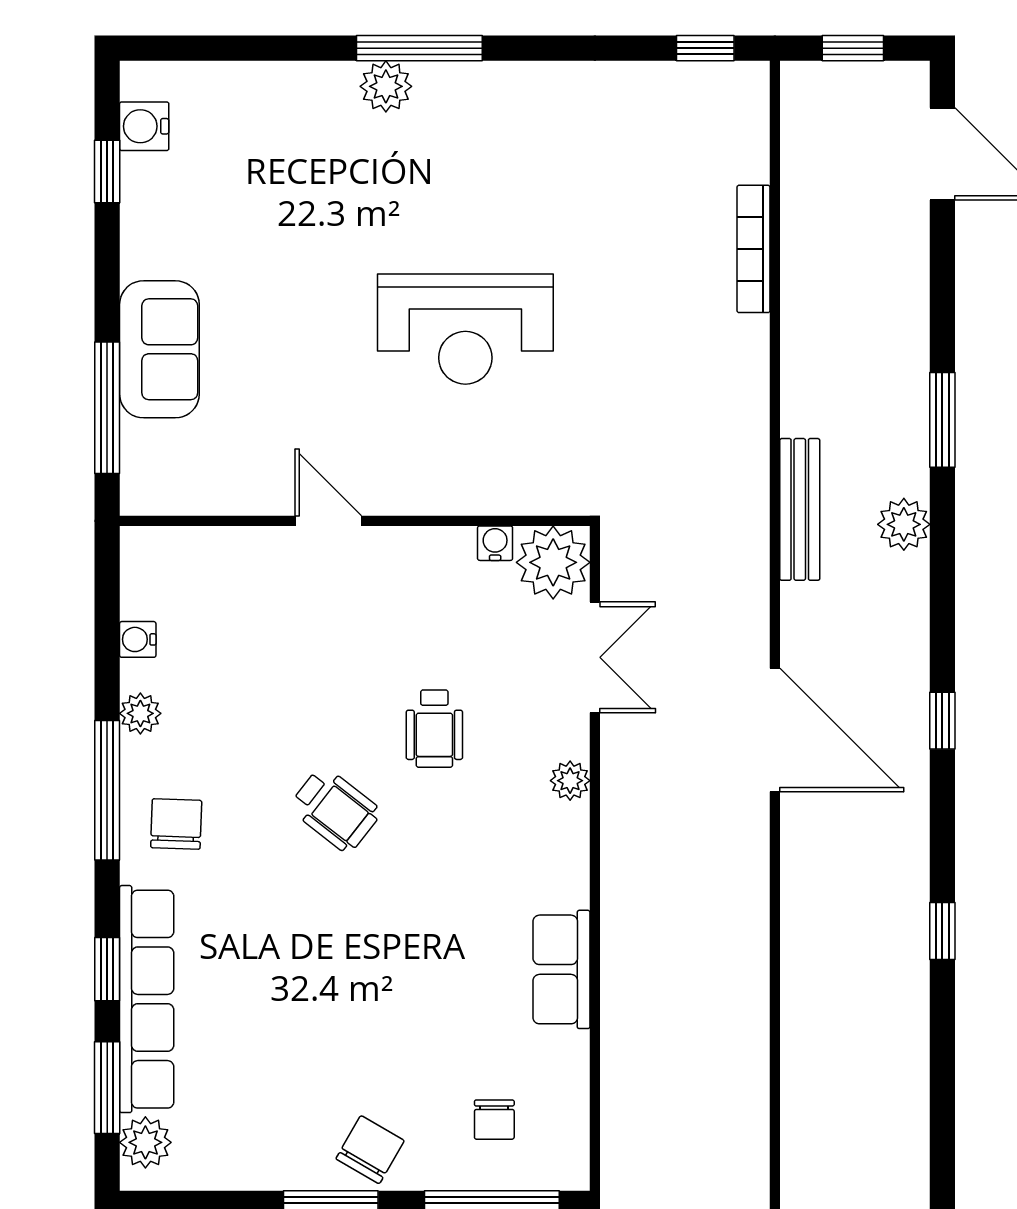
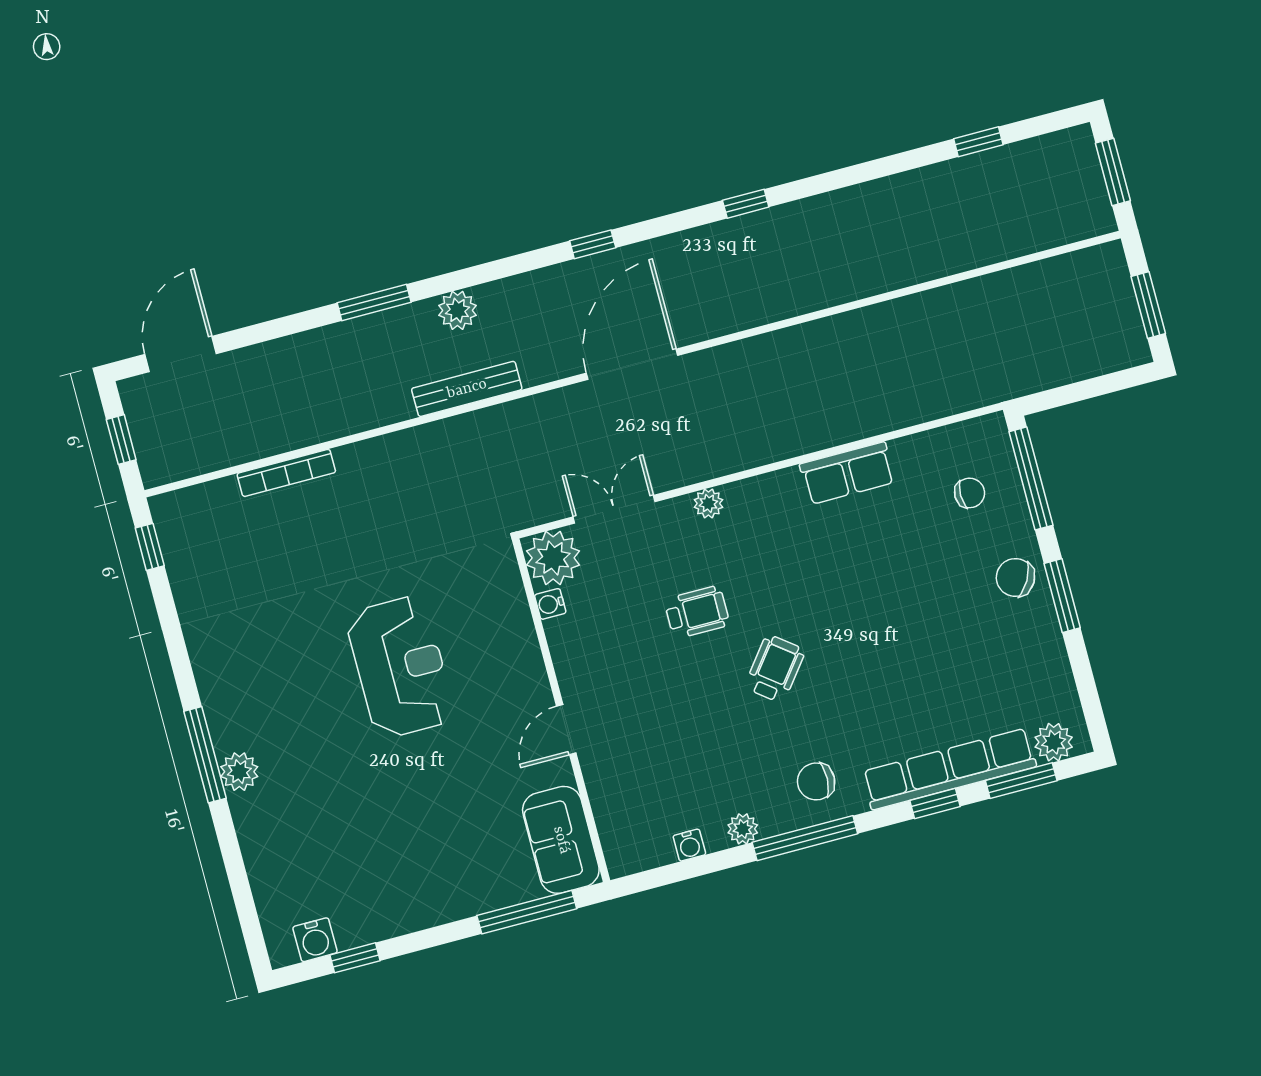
sofa: (159, 349) -> (561, 840), moved, turned -90

